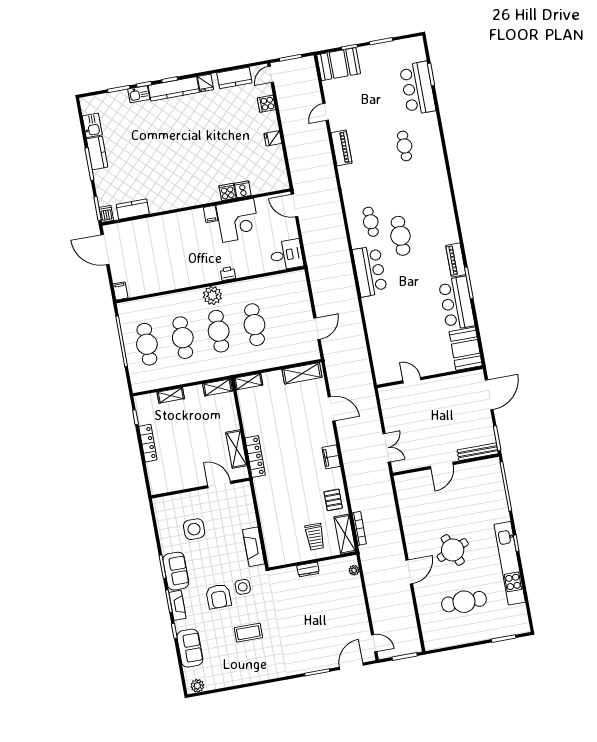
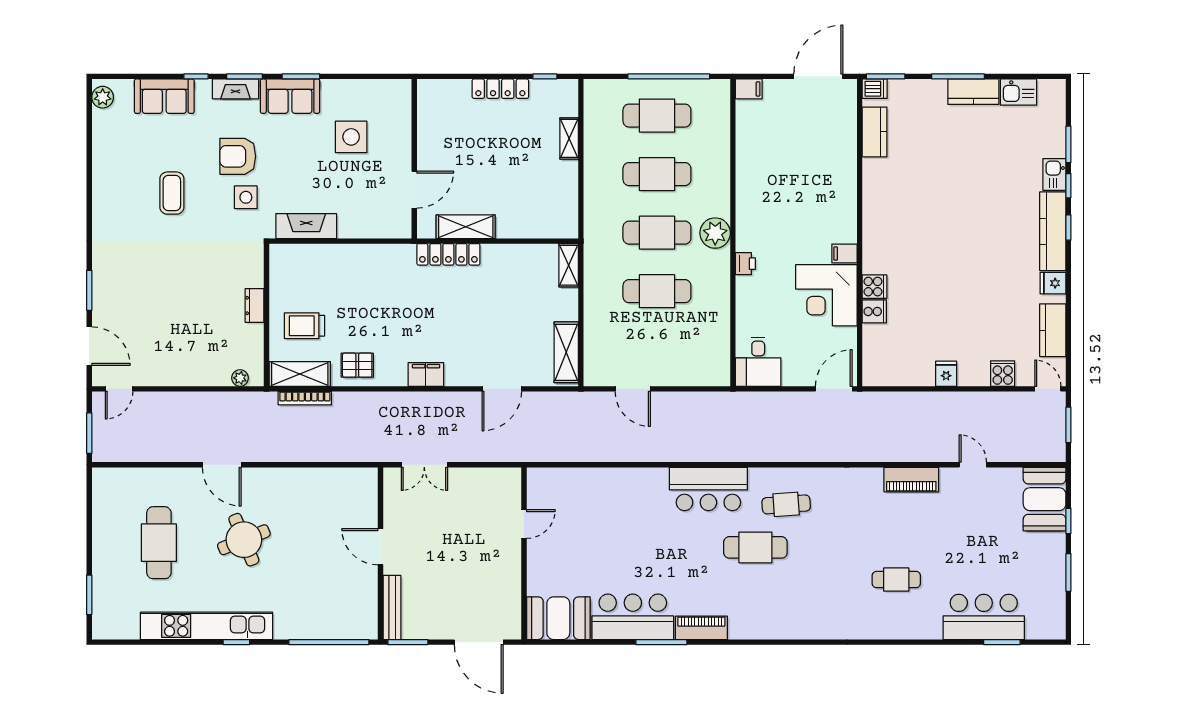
shelving: (218, 387) -> (568, 215), removed

